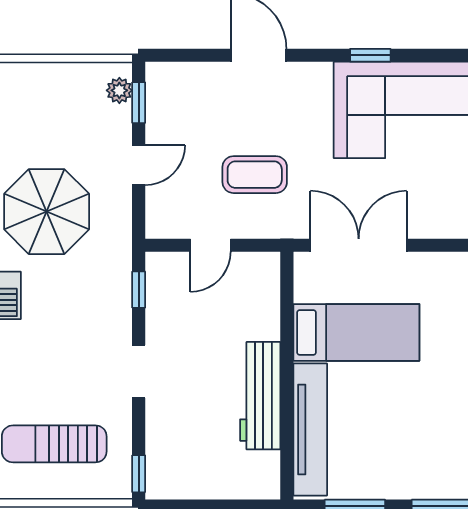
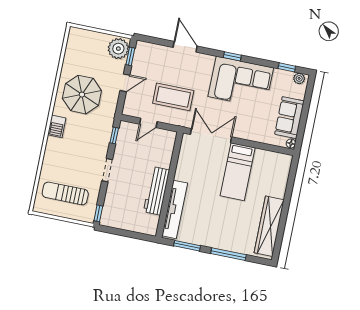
plant: (119, 90) -> (118, 49), width x1.88, depth x1.88
coffee table: (255, 175) -> (173, 97), width x1.36, depth x1.32
bed: (356, 332) -> (238, 172), moved, turned 90

